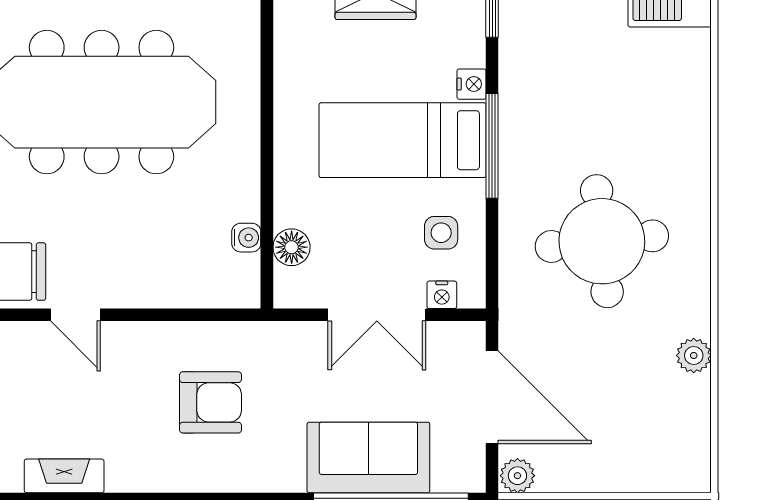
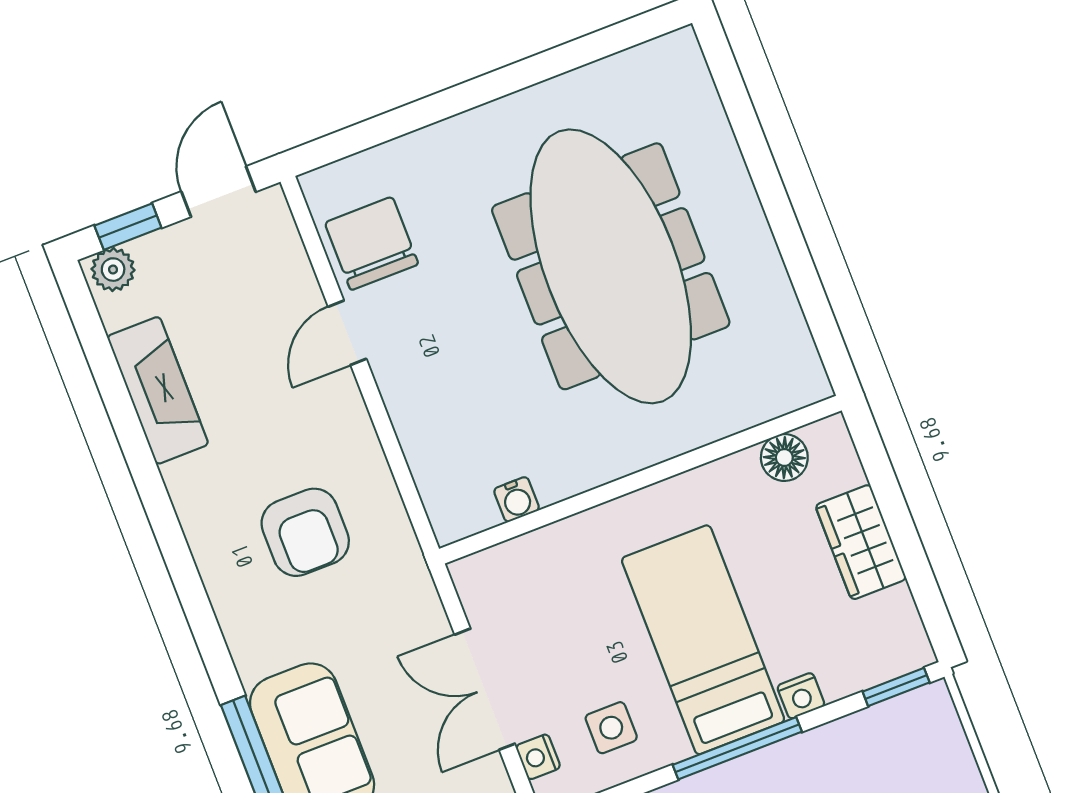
floor lamp: (292, 247) -> (784, 458), moved
fireplace: (64, 476) -> (158, 390), width x1.37, depth x1.32

